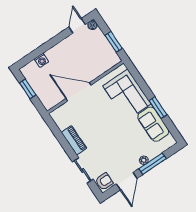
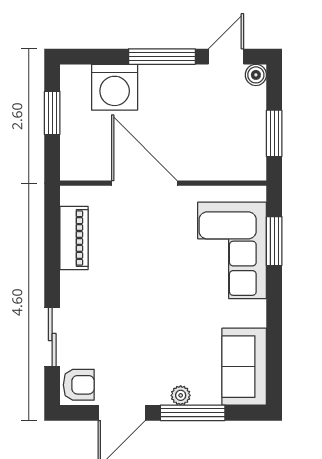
window: (54, 41) -> (162, 57), added
washing machine: (41, 60) -> (115, 87), width x1.89, depth x1.89
window: (158, 108) -> (274, 241), moved
sofa: (153, 124) -> (244, 367), moved
piano: (74, 140) -> (74, 238), moved

